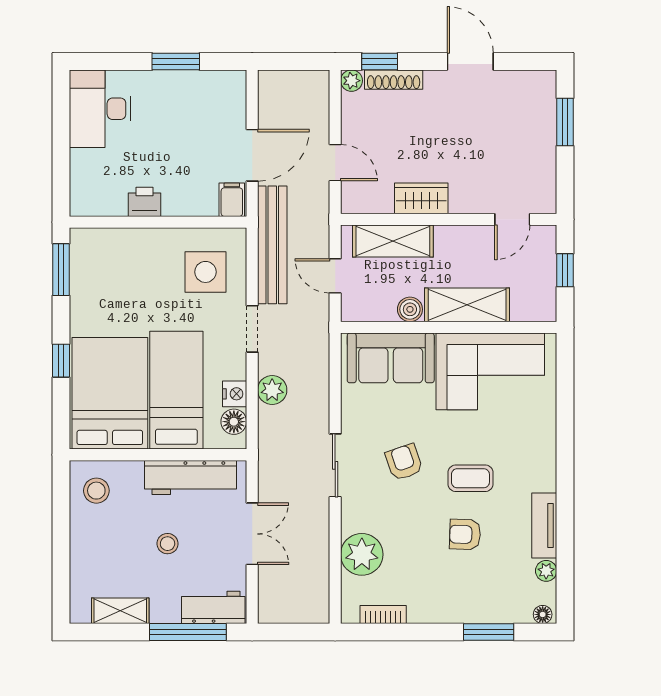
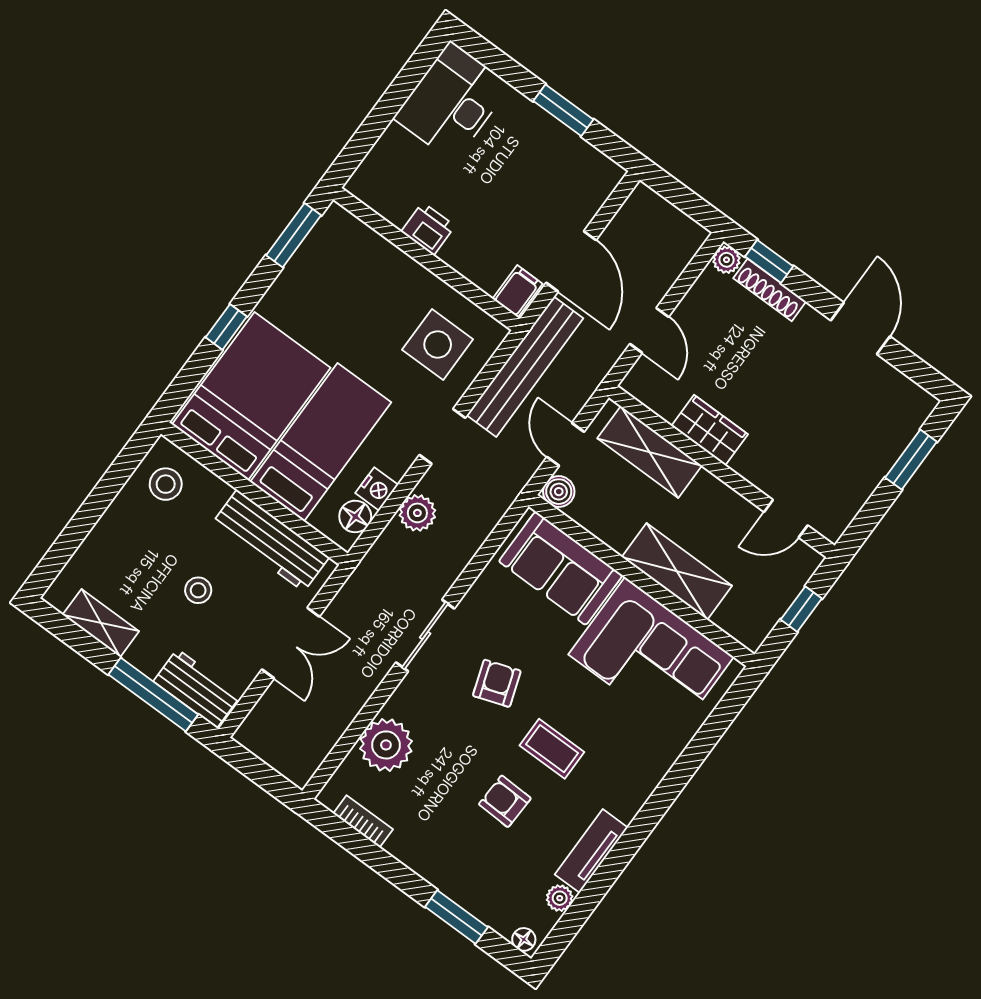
door: (252, 155) -> (571, 261), hinge flipped
boiler: (410, 309) -> (559, 492), moved

